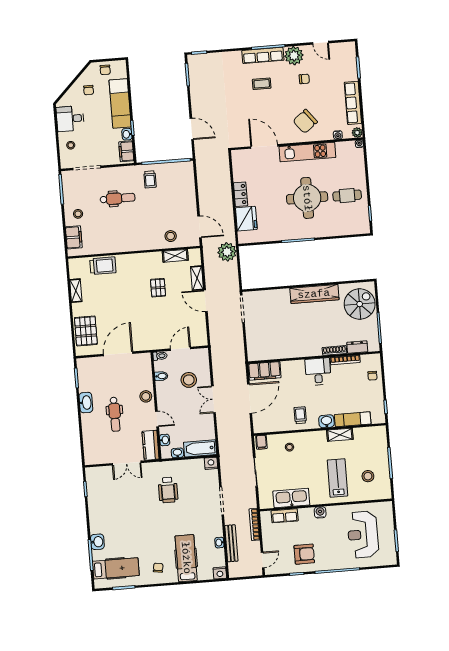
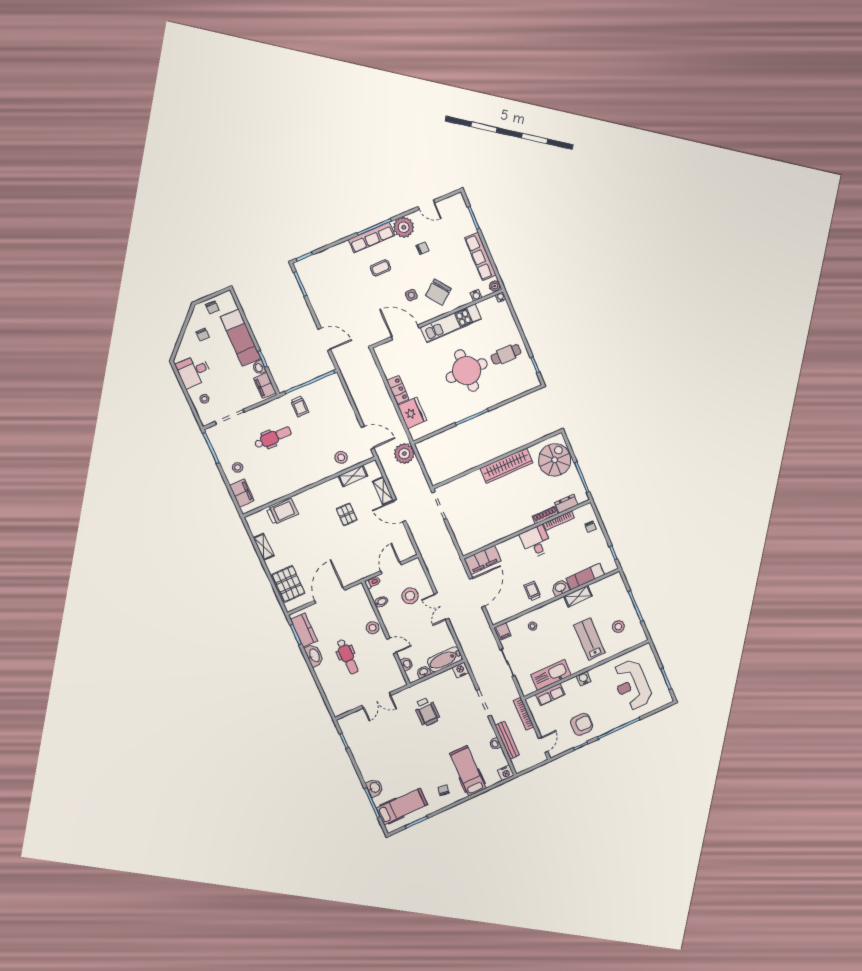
side table: (281, 116) -> (411, 295), added
kitchen counter: (151, 445) -> (304, 630), moved, turned 180

